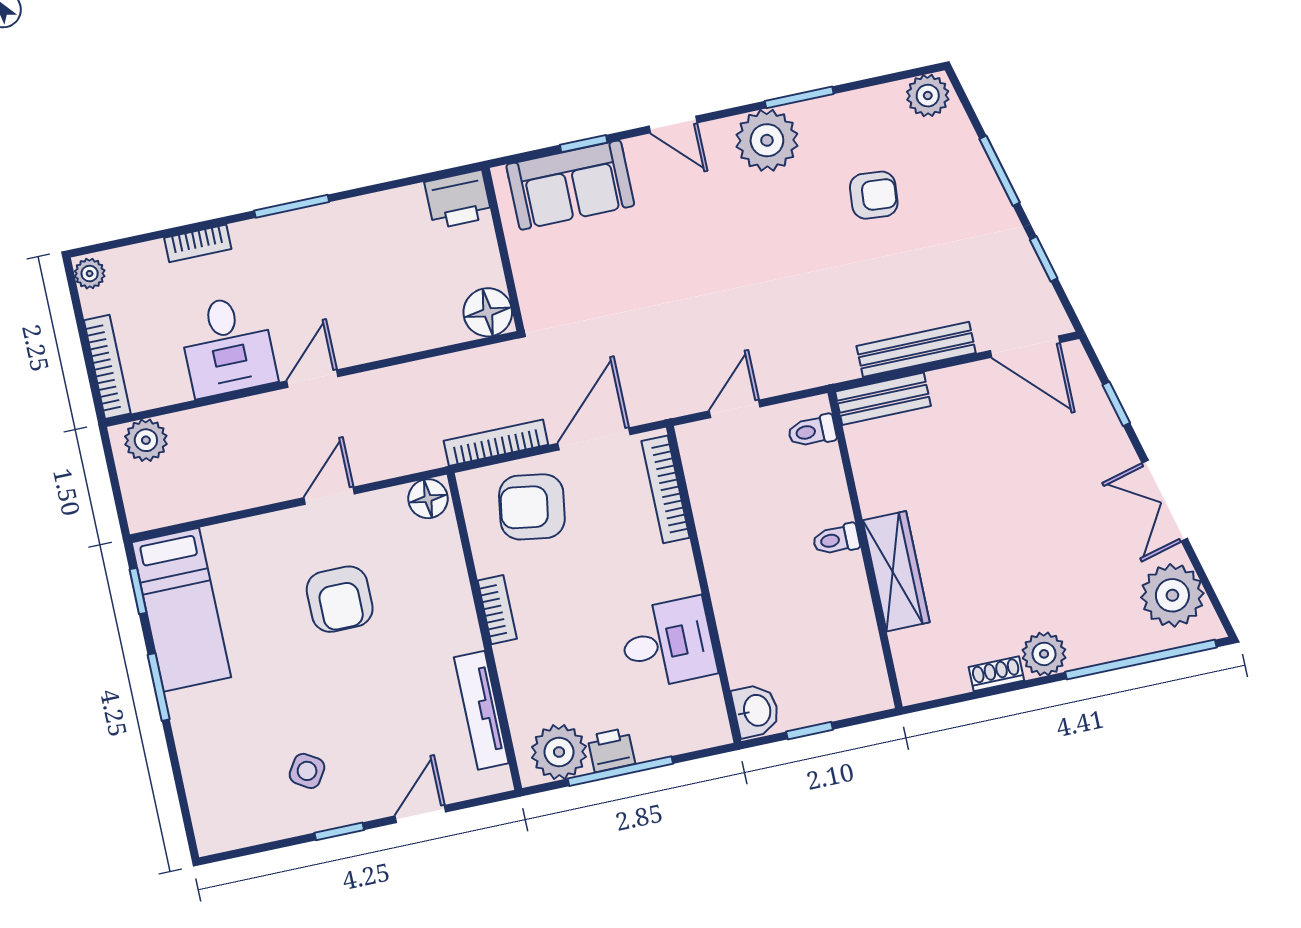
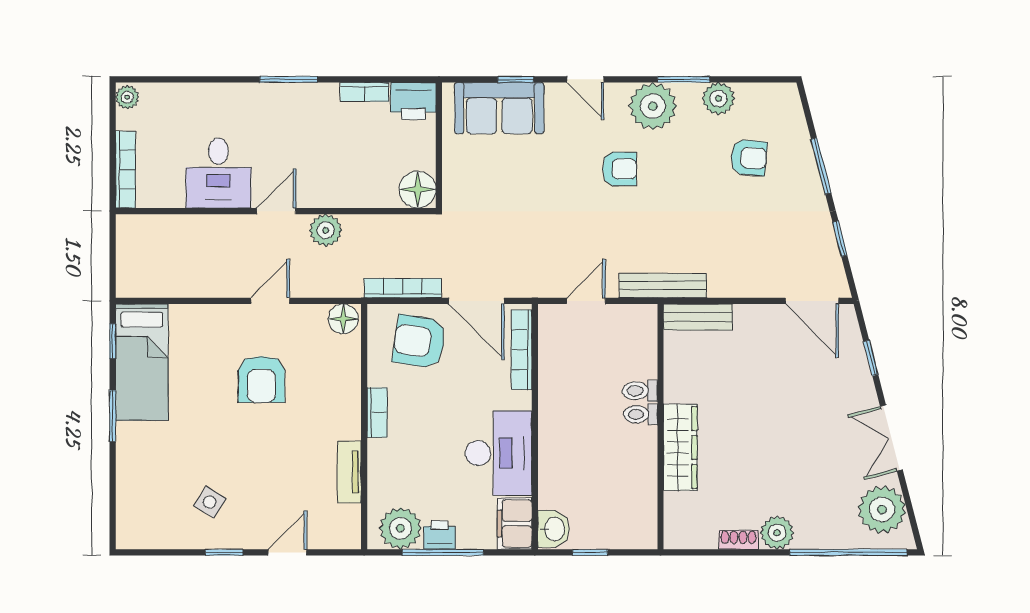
plant: (928, 96) -> (718, 98), moved
armchair: (874, 195) -> (749, 158), moved
armchair: (742, 230) -> (620, 169), added
bookcase: (198, 243) -> (364, 92), moved
bench: (916, 349) -> (663, 286), moved
toilet: (812, 431) -> (640, 391), moved
door: (594, 439) -> (476, 301), swing flipped
plant: (146, 440) -> (326, 230), moved
desk: (668, 643) -> (499, 453), width x1.37
tv unit: (481, 710) -> (349, 472), width x0.71
filing cabinet: (704, 714) -> (515, 524), added

